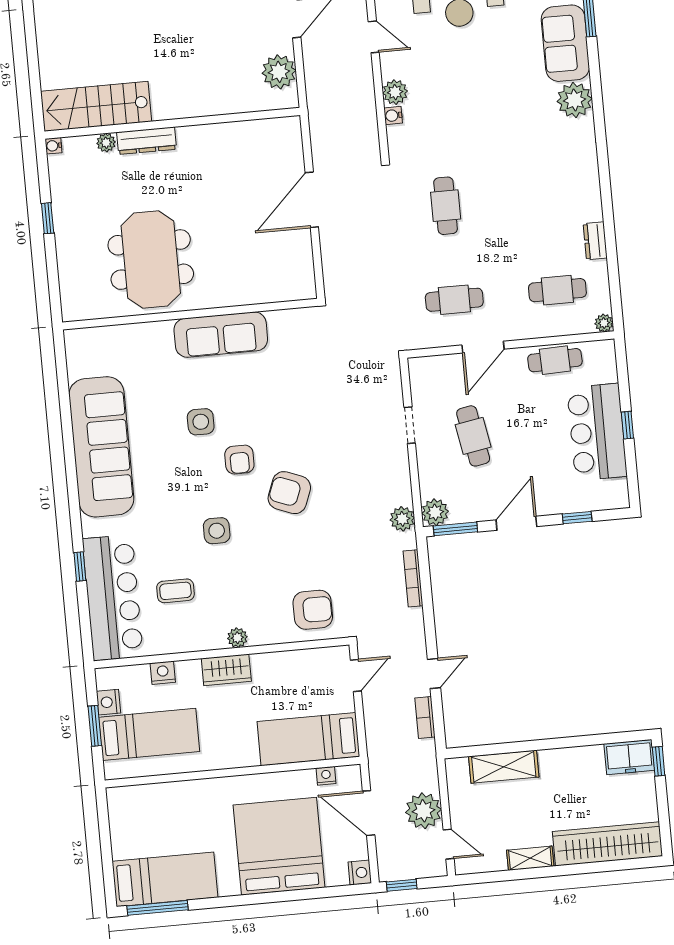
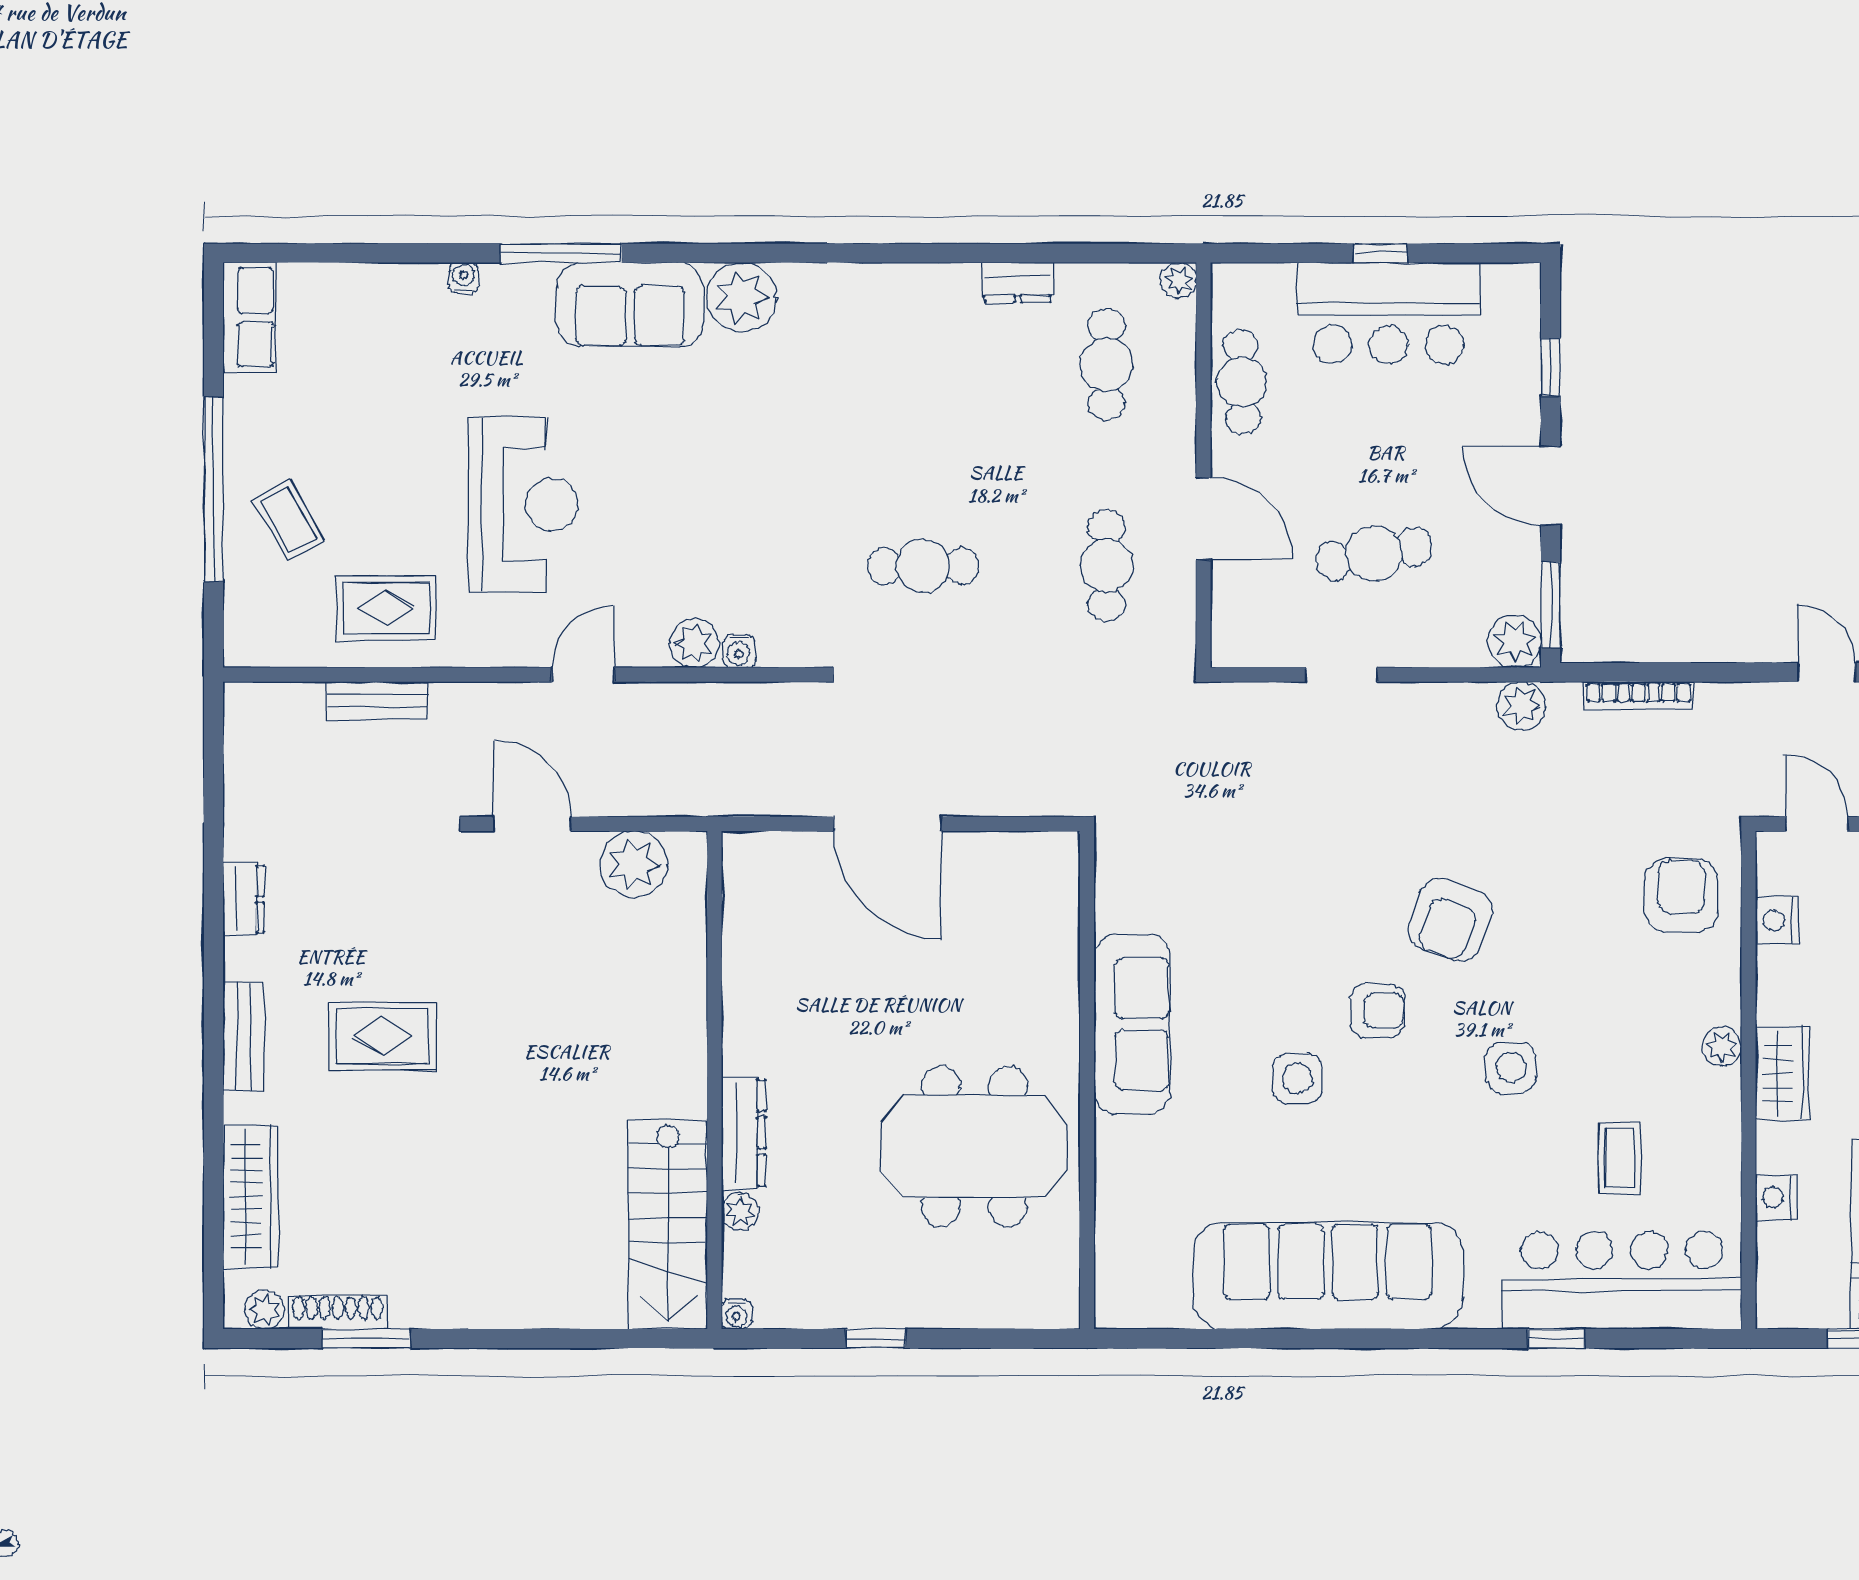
nightstand: (108, 702) -> (1777, 921), moved, turned 90

